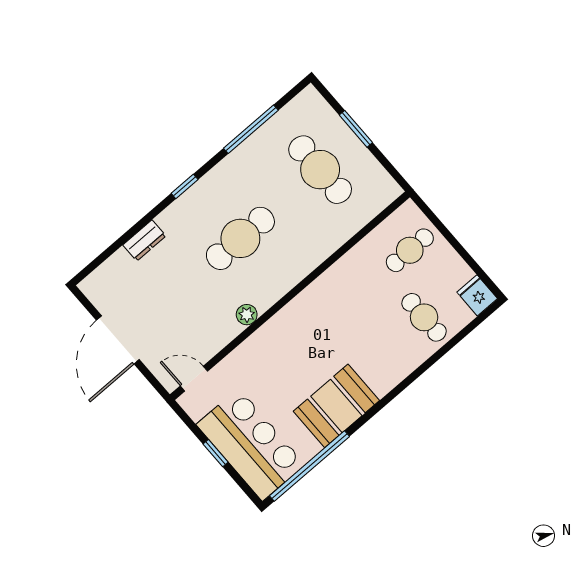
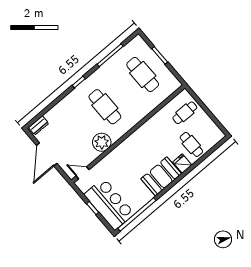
cafe table: (240, 238) -> (105, 107), turned 90
dresser: (144, 240) -> (39, 125), moved
fridge: (477, 295) -> (182, 164), moved
plant: (247, 315) -> (102, 142), width x1.87, depth x1.87
booth: (336, 406) -> (161, 176), moved

